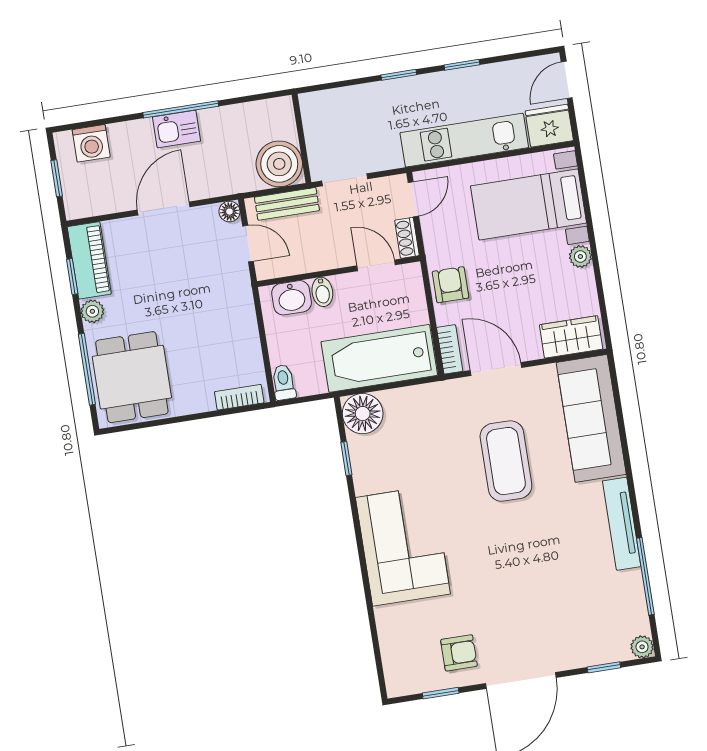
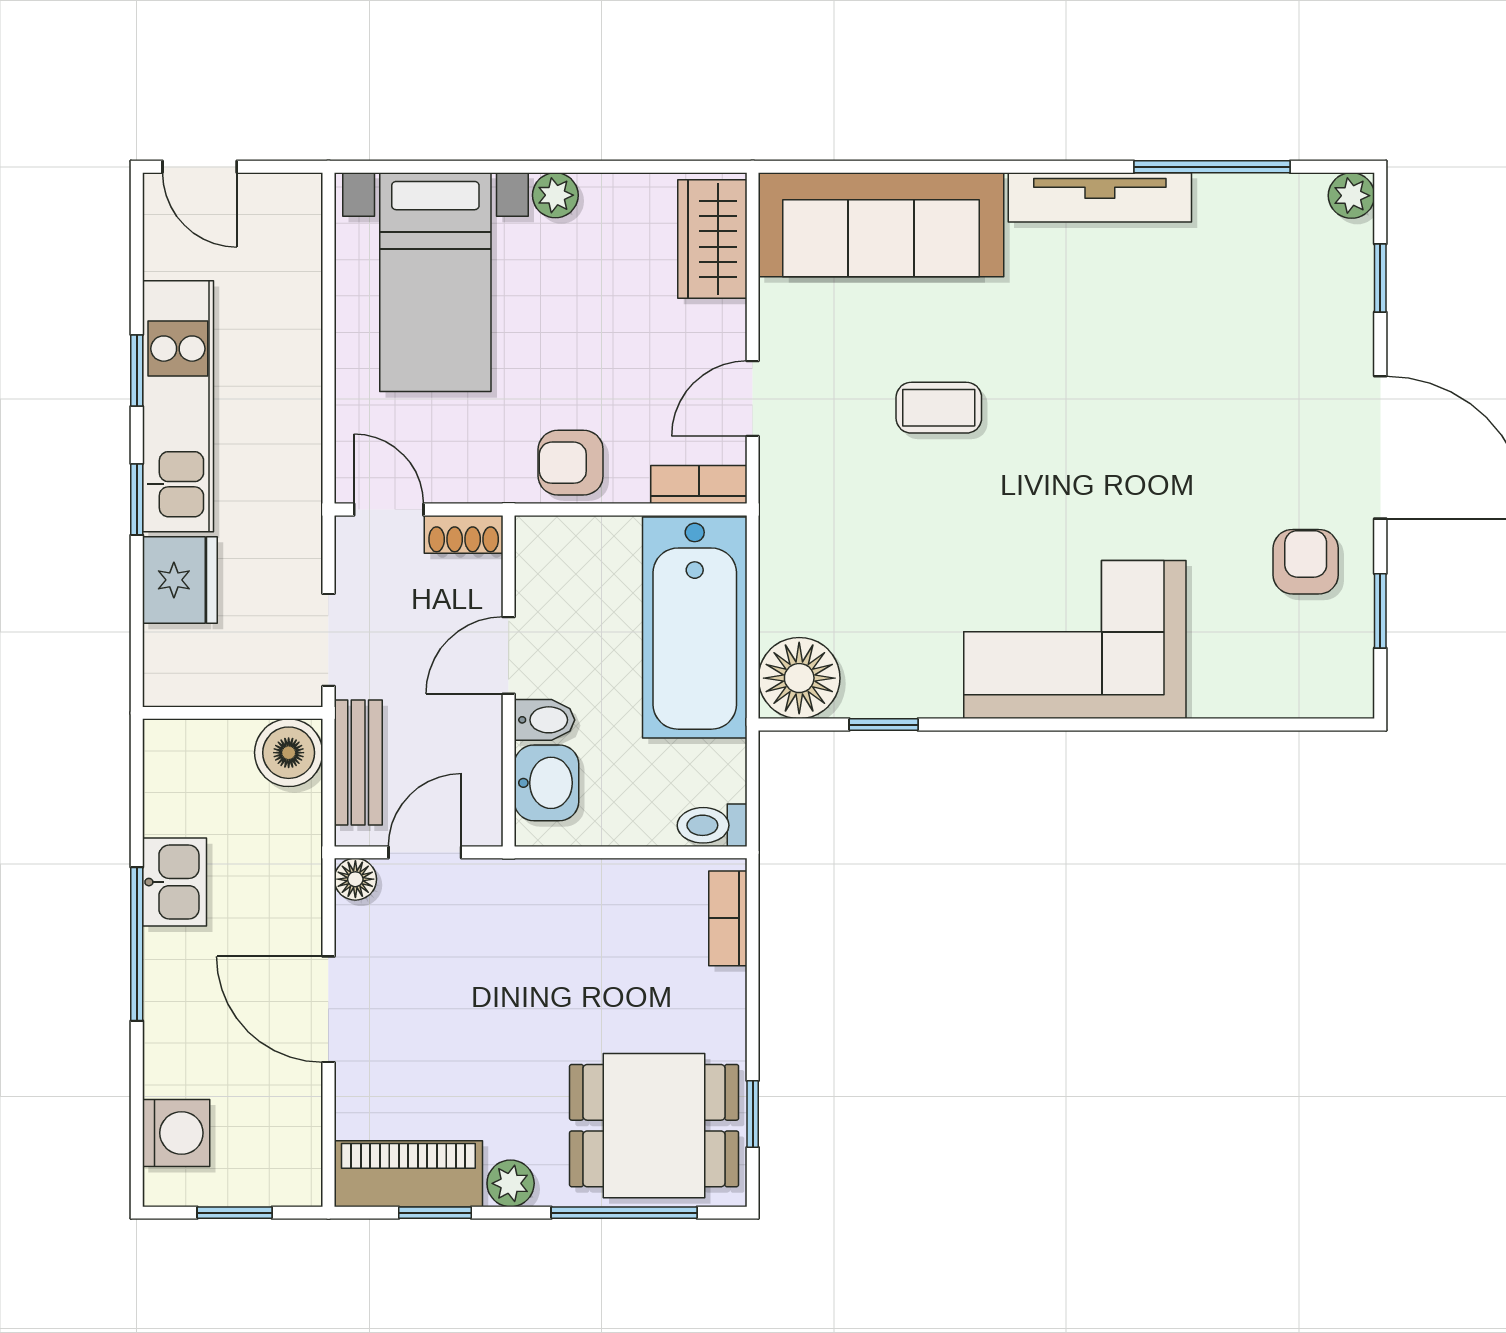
fridge: (549, 126) -> (180, 580), moved, turned 180
kitchen sink: (177, 129) -> (174, 882), moved
kitchen unit: (464, 140) -> (178, 406), moved, turned 180
boiler: (279, 164) -> (289, 753), width x0.73, depth x0.73
door: (376, 265) -> (509, 655), moved
door: (496, 369) -> (753, 399), width x0.73
window: (145, 425) -> (753, 1114), added
coffee table: (506, 461) -> (939, 408), width x0.54, depth x0.58

